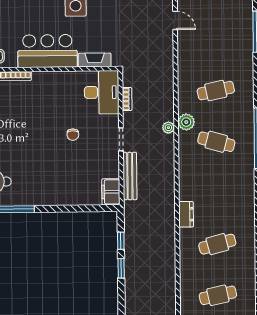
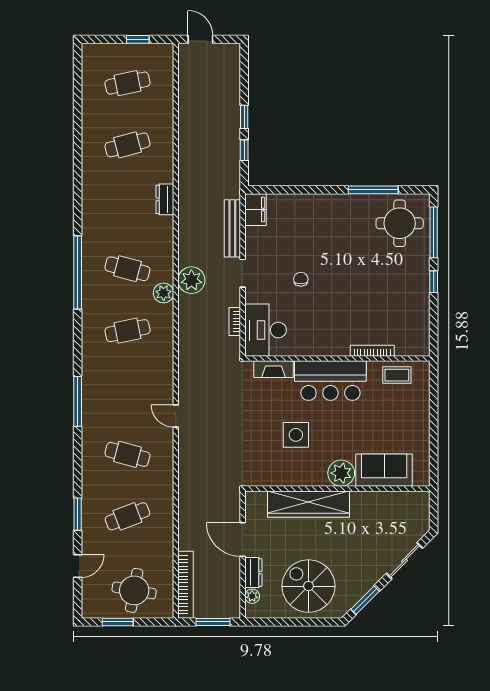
plant: (168, 128) -> (191, 280), width x1.87, depth x1.87
dresser: (186, 214) -> (165, 199), moved

